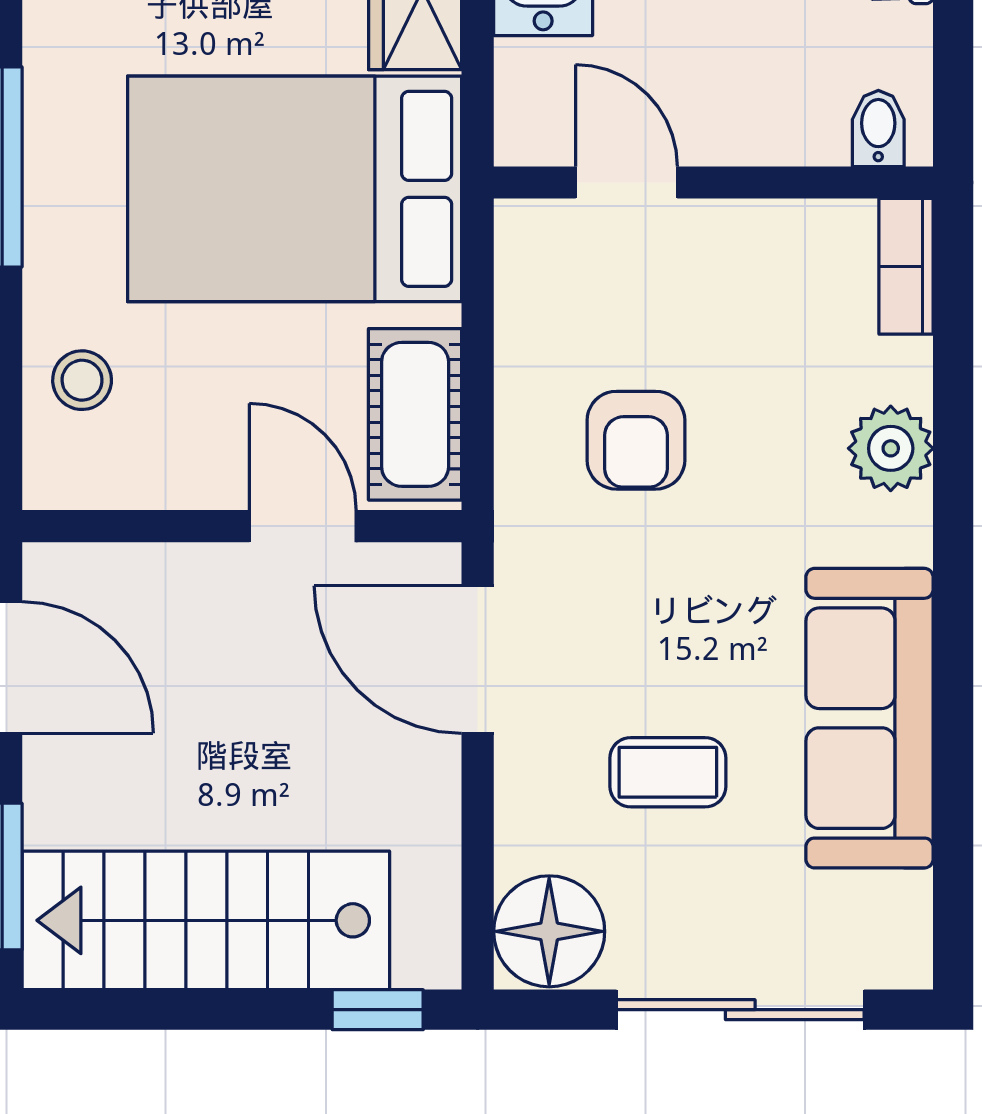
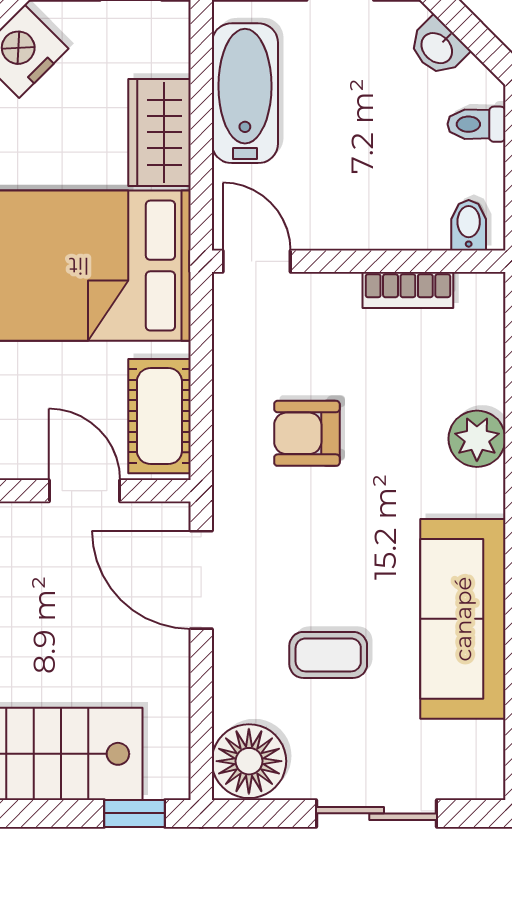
door: (627, 183) -> (257, 261), moved
bookcase: (906, 266) -> (408, 290), moved, turned -90
armchair: (636, 440) -> (307, 433), turned 90
sliding door: (740, 1010) -> (377, 813), width x0.73

